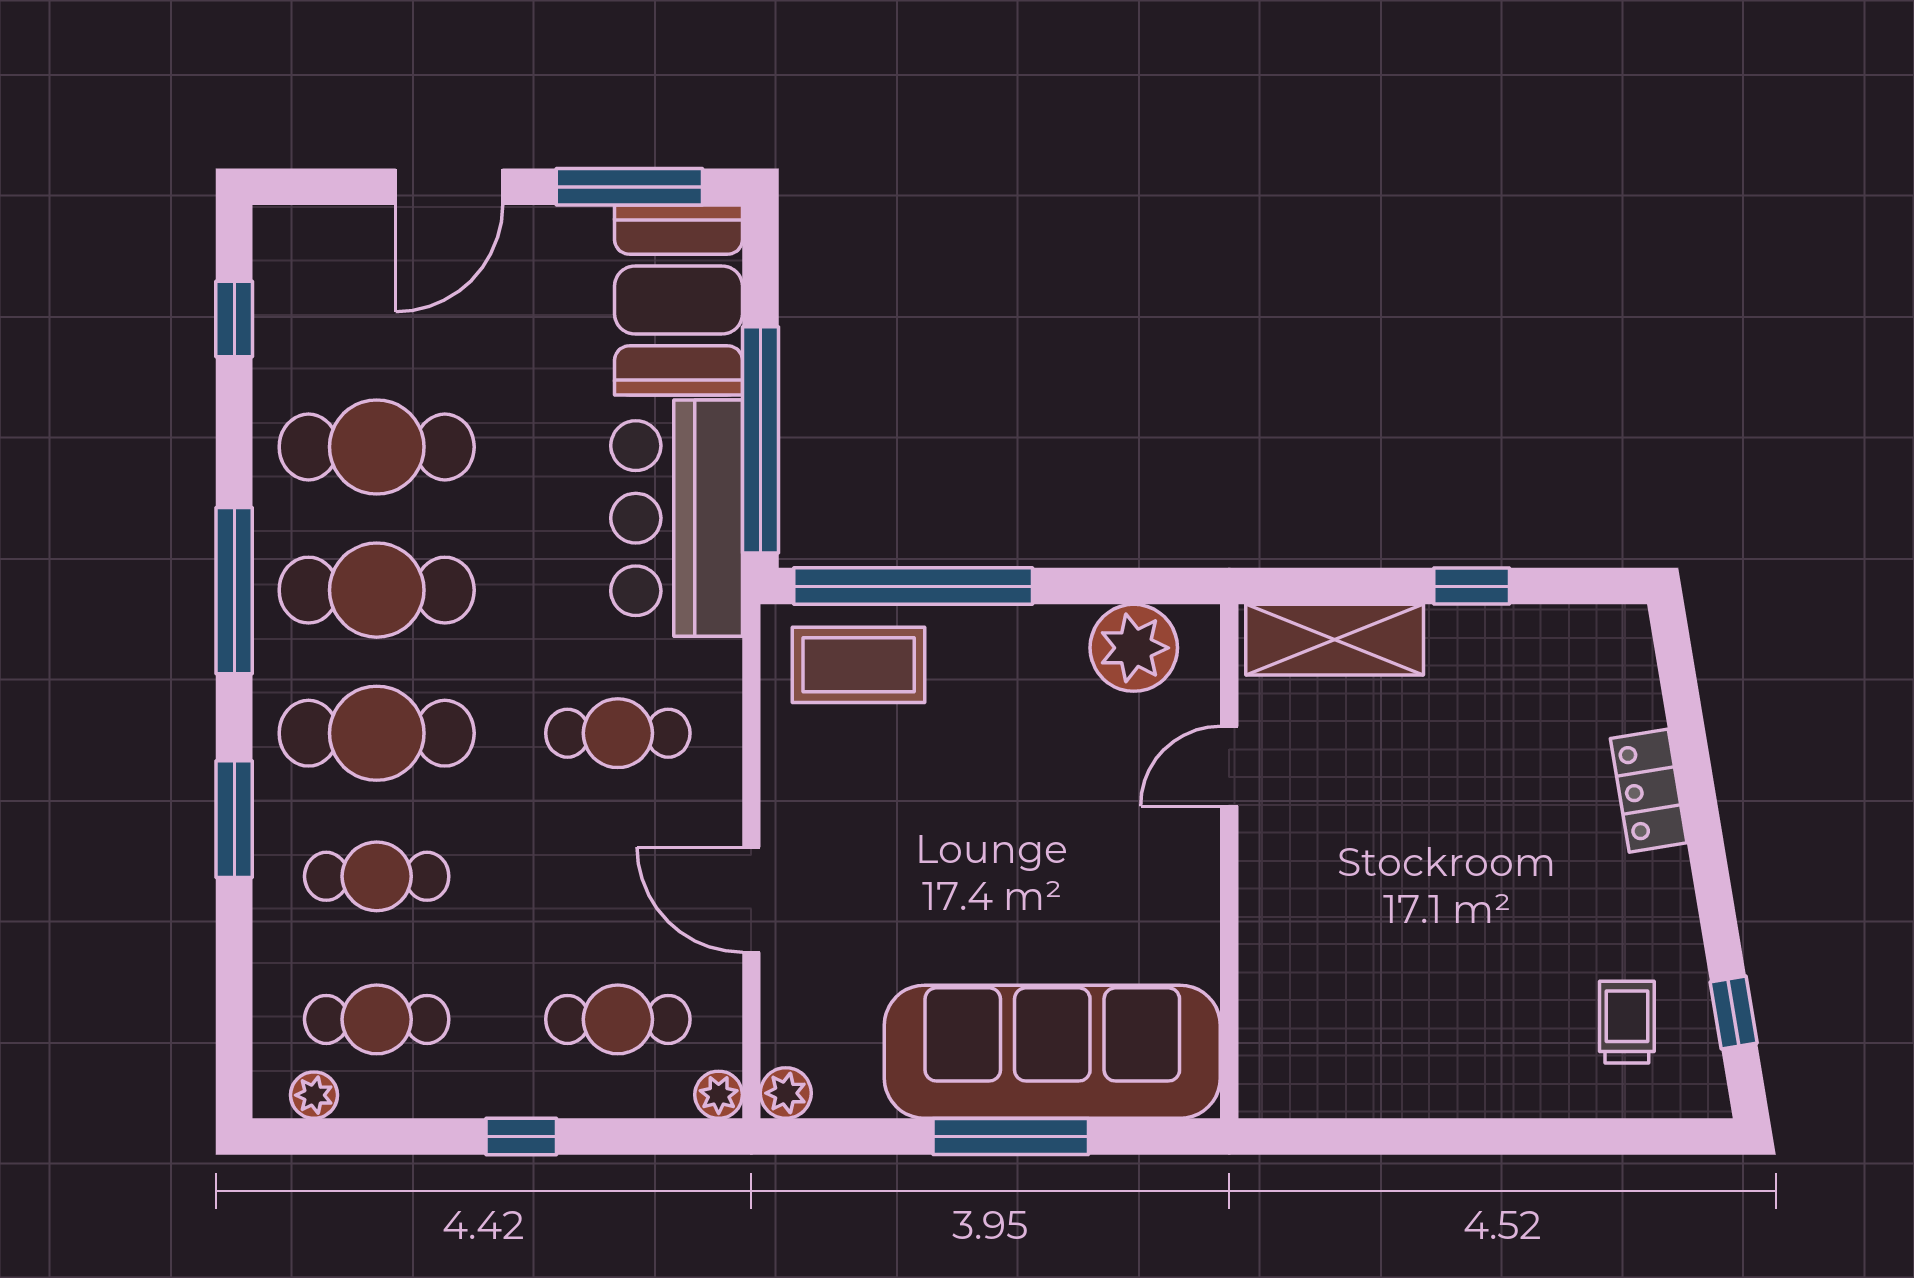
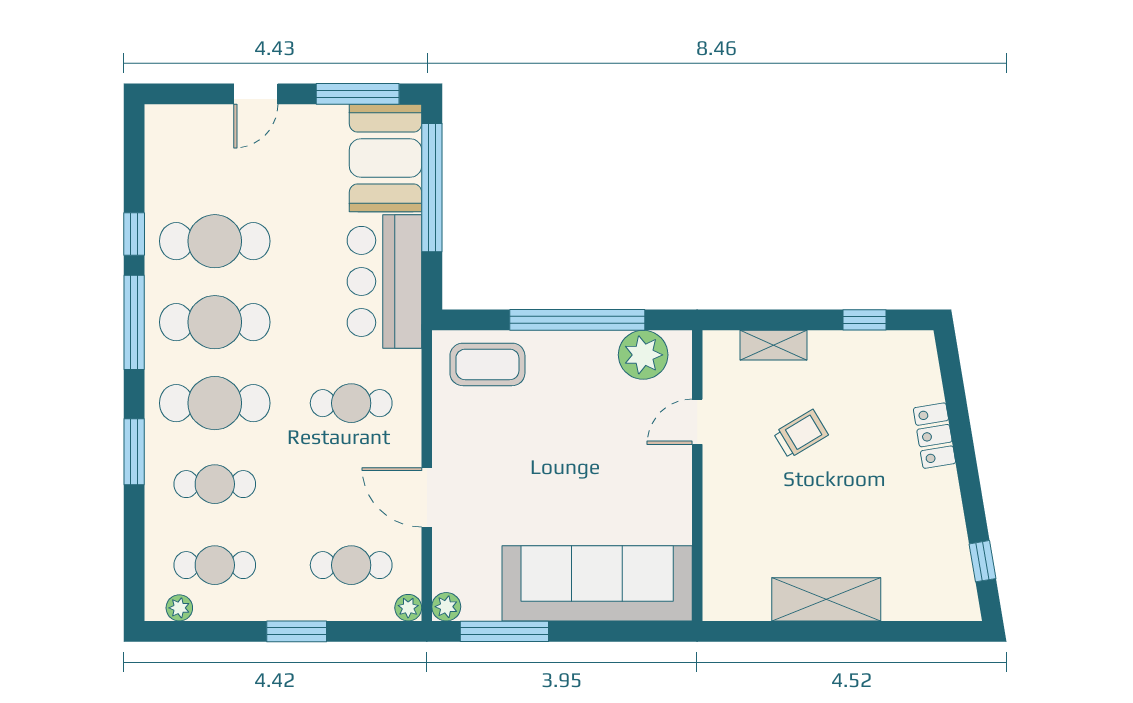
door: (449, 187) -> (256, 94), width x0.73
window: (234, 319) -> (134, 234), moved
window: (760, 440) -> (432, 188), moved
window: (913, 586) -> (577, 320), moved
window: (1472, 586) -> (865, 320), moved
shelving: (1335, 640) -> (774, 345), width x0.67, depth x0.75
trolley: (1627, 1022) -> (801, 434), moved, turned 59
shelving: (1458, 1080) -> (826, 599), added
window: (521, 1137) -> (297, 631), width x1.50
window: (1011, 1137) -> (504, 631), moved

